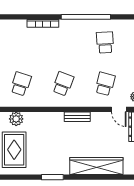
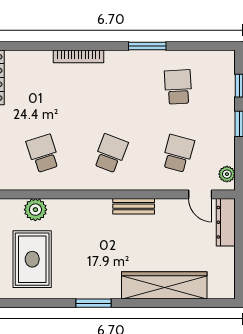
window: (86, 17) -> (147, 46), width x0.47
school desk: (21, 84) -> (43, 153), turned -36

